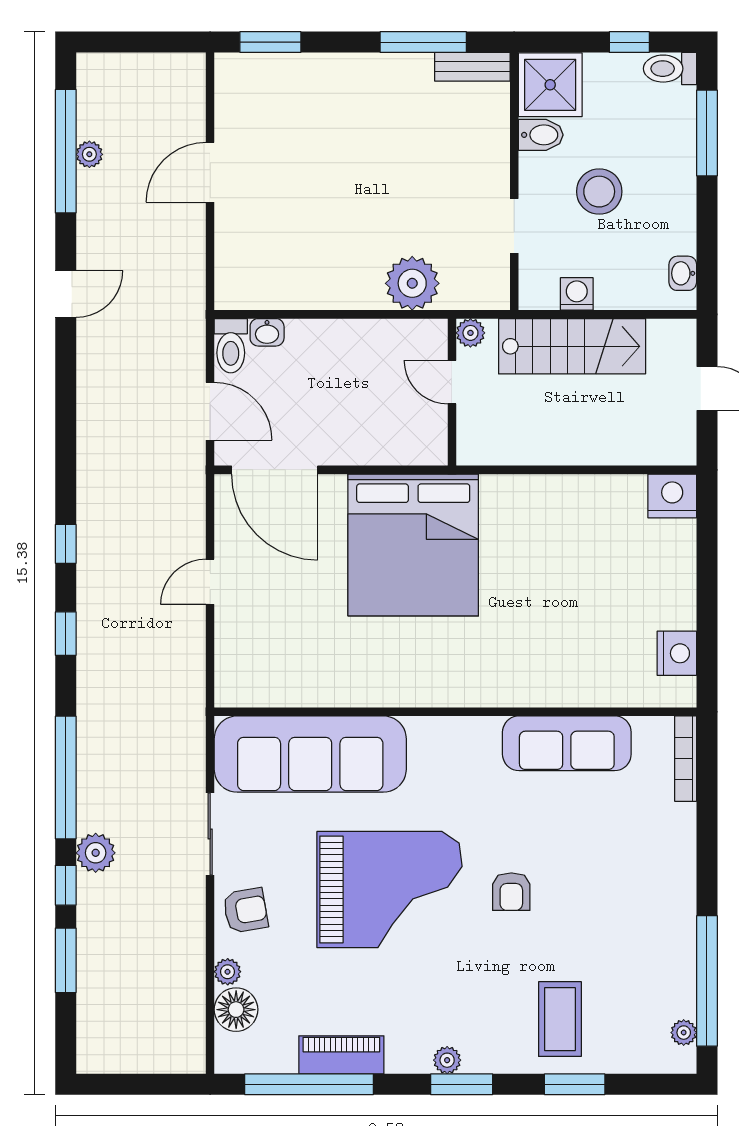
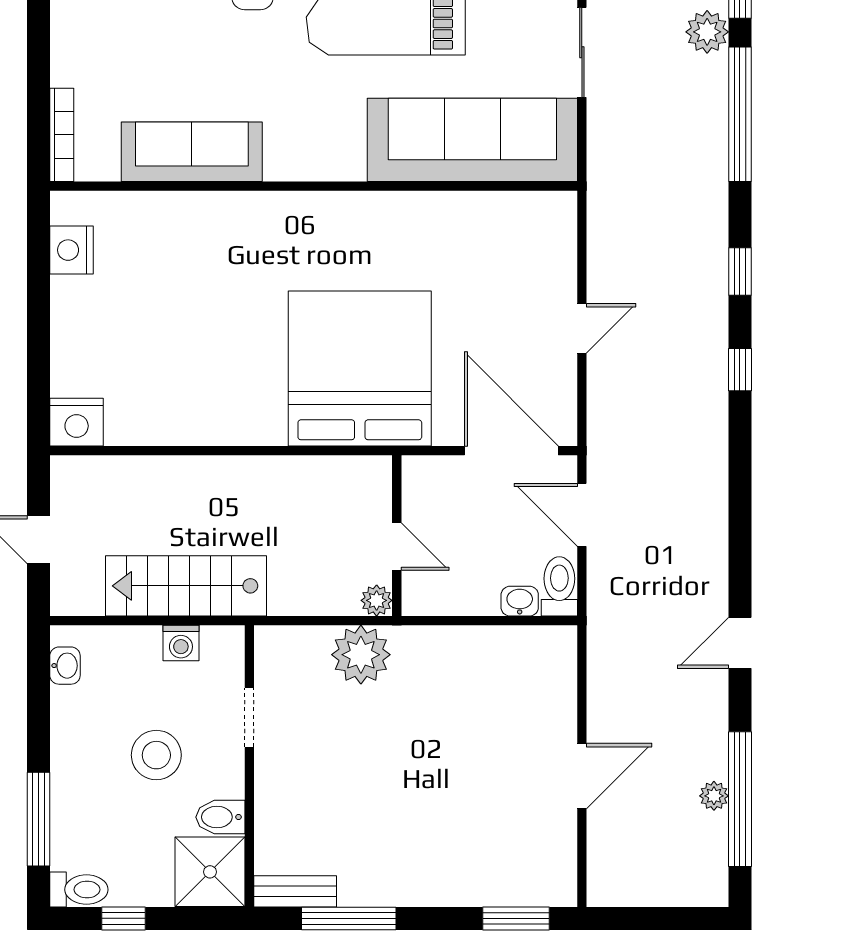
plant: (470, 333) -> (377, 600), moved
door: (452, 382) -> (397, 547), moved
wall: (452, 392) -> (397, 536), moved

